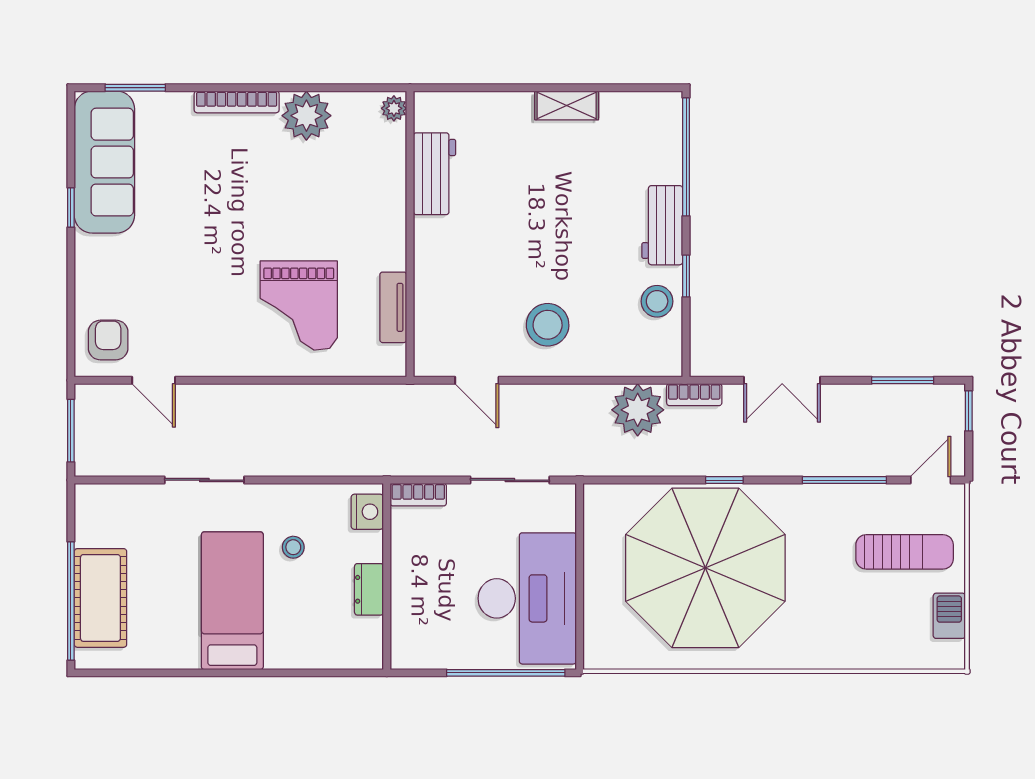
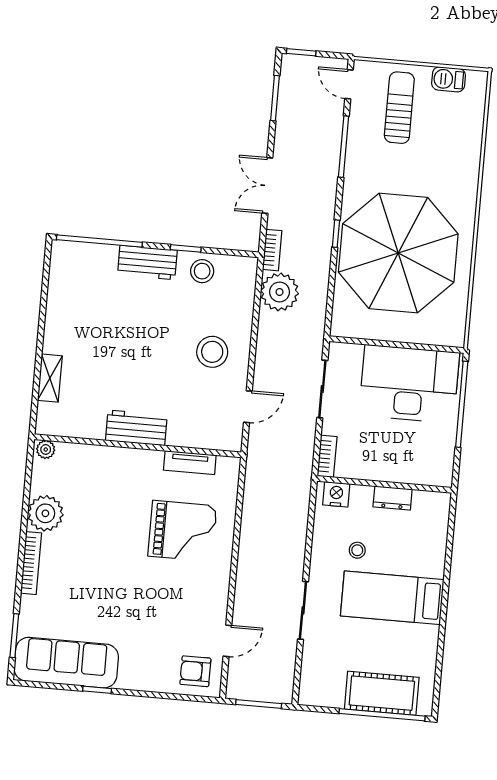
shelving: (567, 105) -> (50, 378), moved
workbench: (435, 174) -> (136, 428), moved
double door: (782, 380) -> (267, 186), swing flipped

